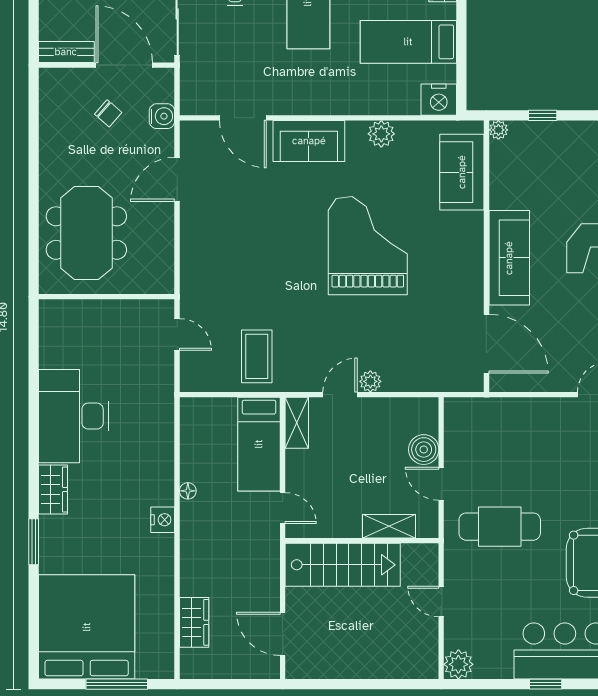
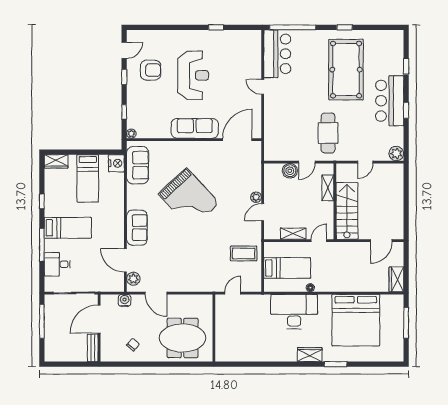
chair: (108, 113) -> (133, 345), moved
door: (243, 118) -> (125, 260), swing flipped
plant: (381, 134) -> (133, 279), moved
sofa: (462, 172) -> (138, 165), moved, turned -90
grand piano: (368, 246) -> (189, 198), turned -133
door: (340, 395) -> (263, 212), hinge flipped
desk: (74, 416) -> (294, 312), moved, turned 180
shelving: (297, 423) -> (293, 234), moved
bed: (259, 444) -> (287, 268), moved
nightstand: (163, 520) -> (325, 300), removed
wardrobe: (194, 622) -> (396, 279), moved, turned -90
bed: (87, 627) -> (356, 320), moved, turned -90

